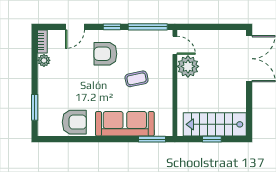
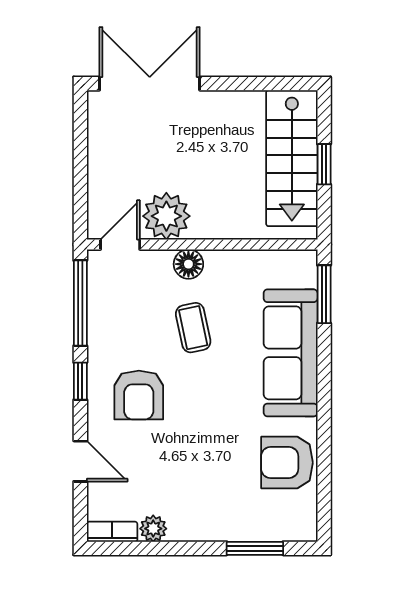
floor lamp: (166, 77) -> (188, 264), added
armchair: (74, 122) -> (287, 463), turned -90

